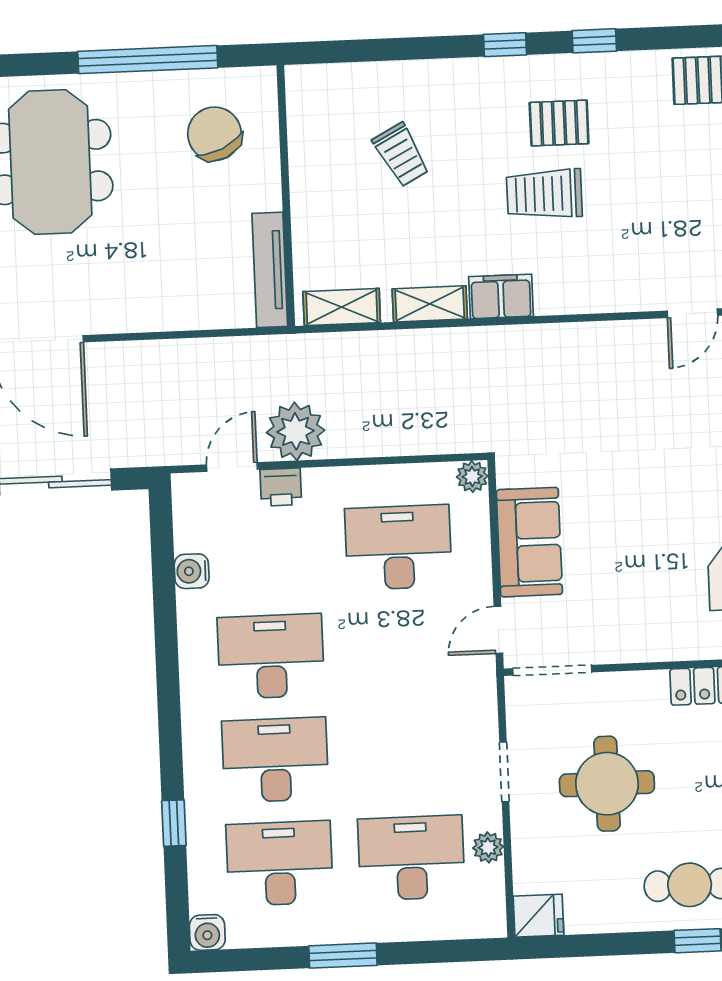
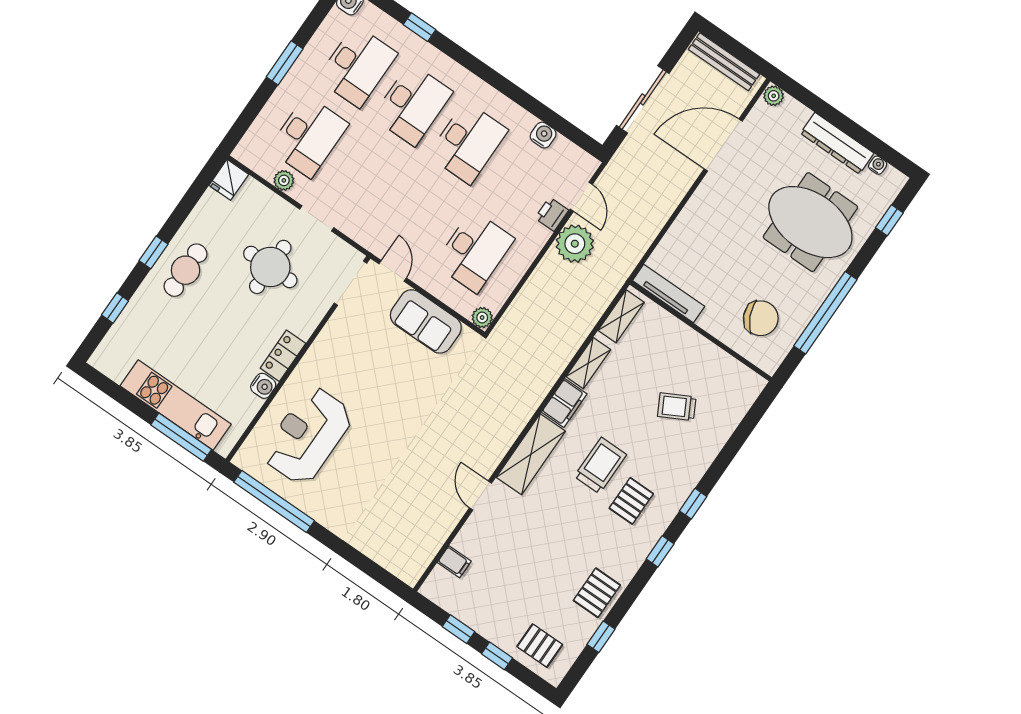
shelving: (595, 290) -> (531, 454), added

